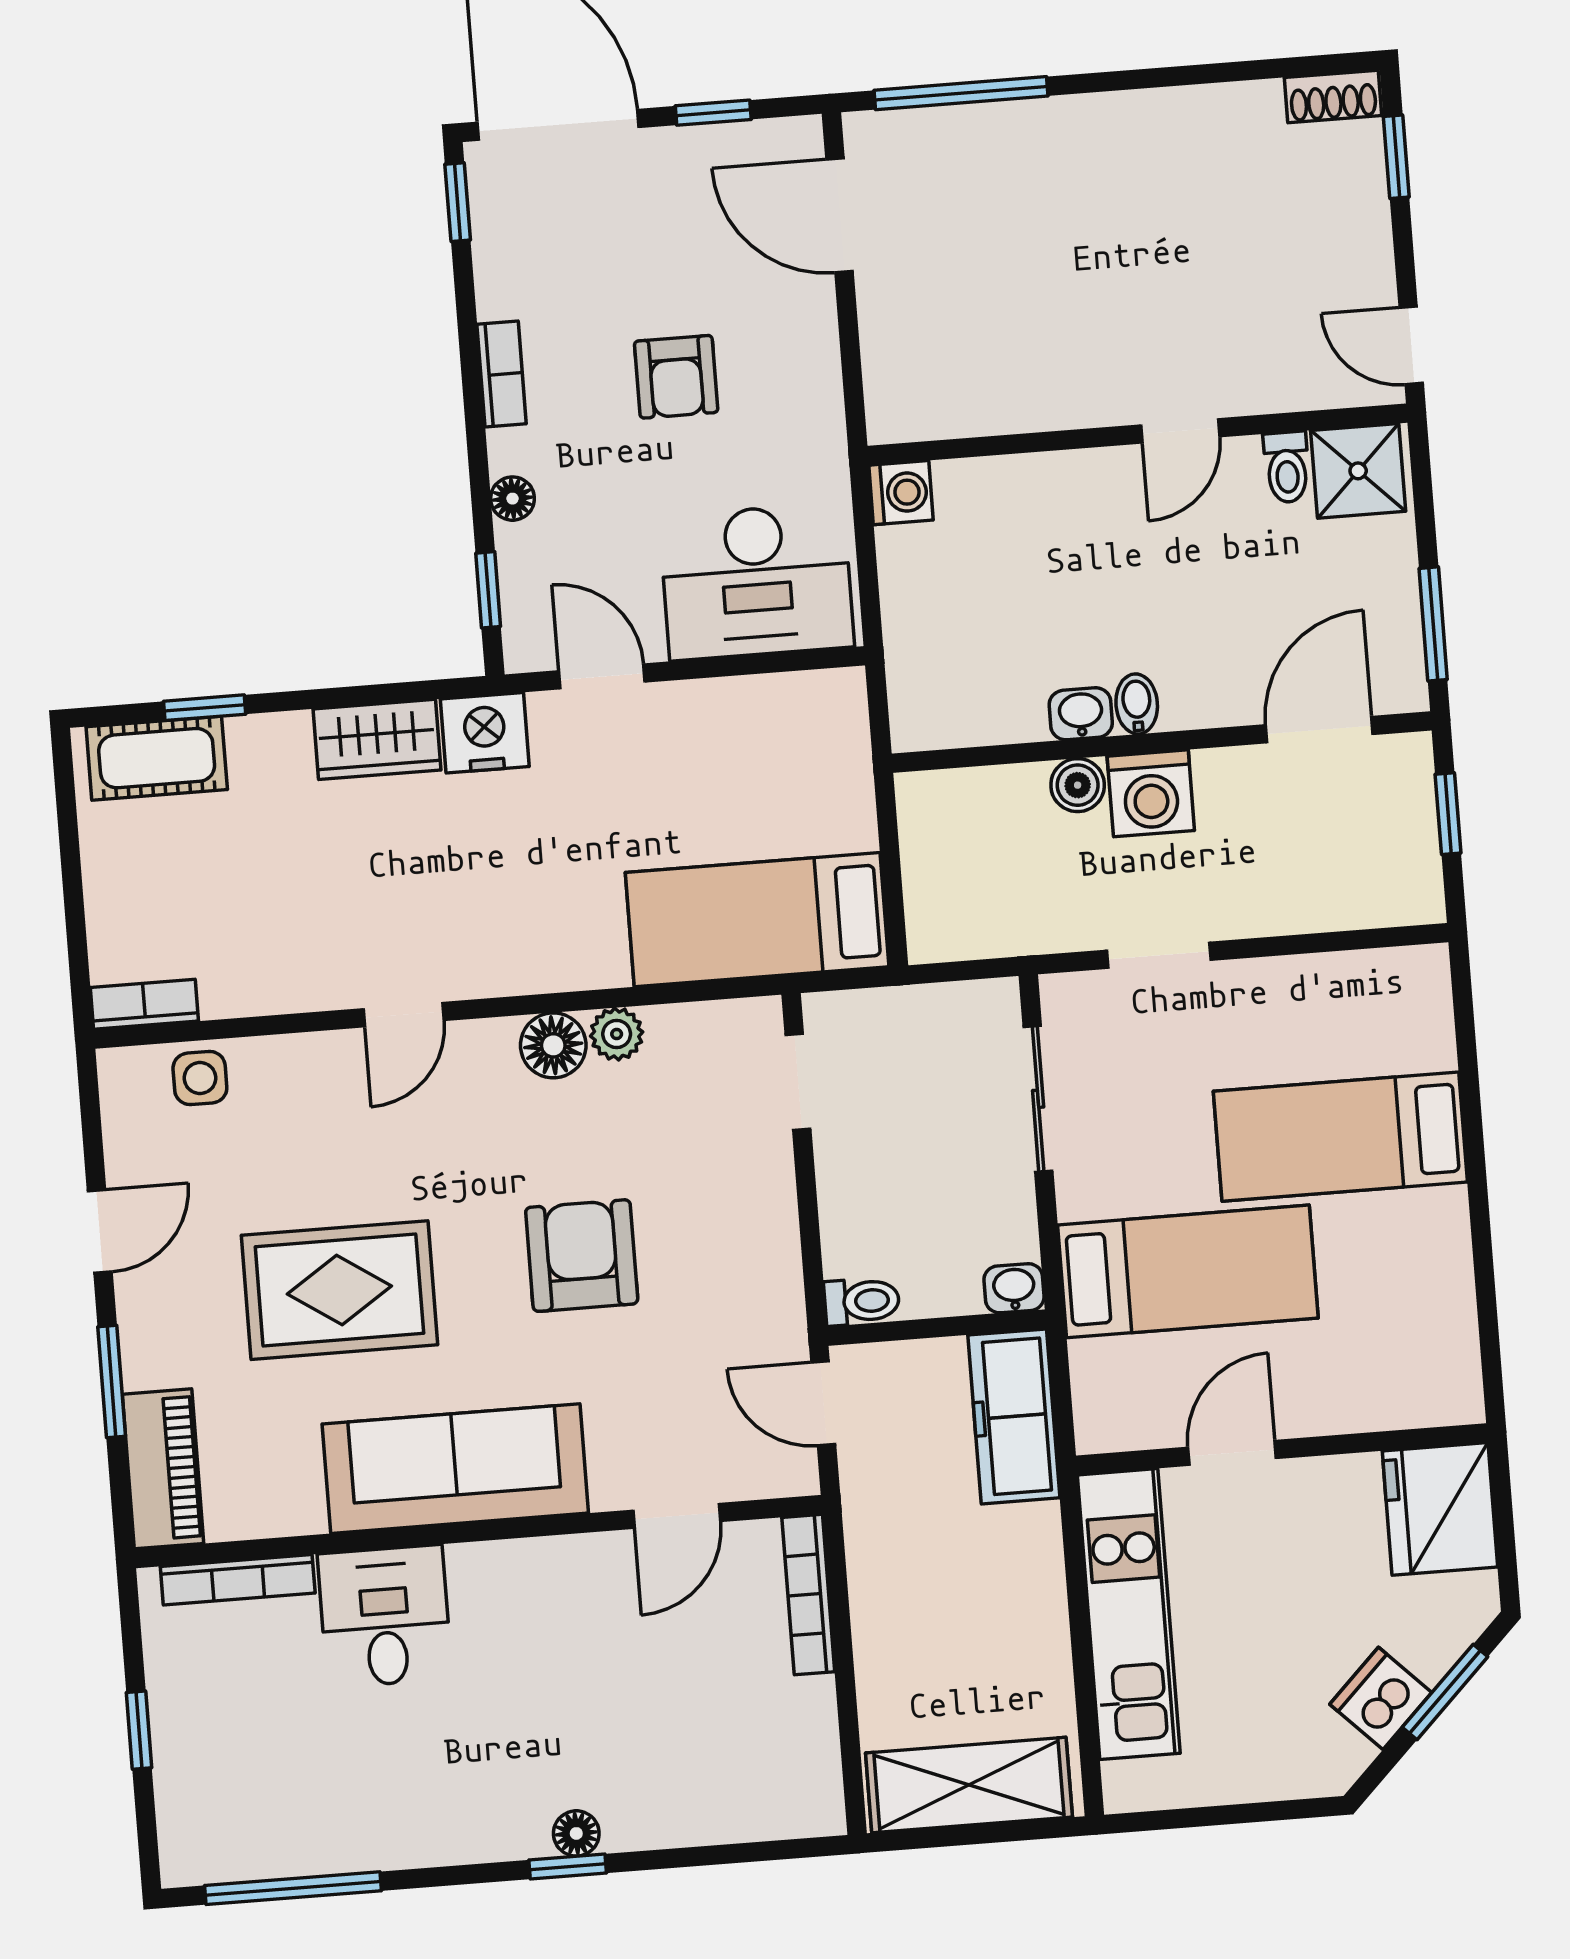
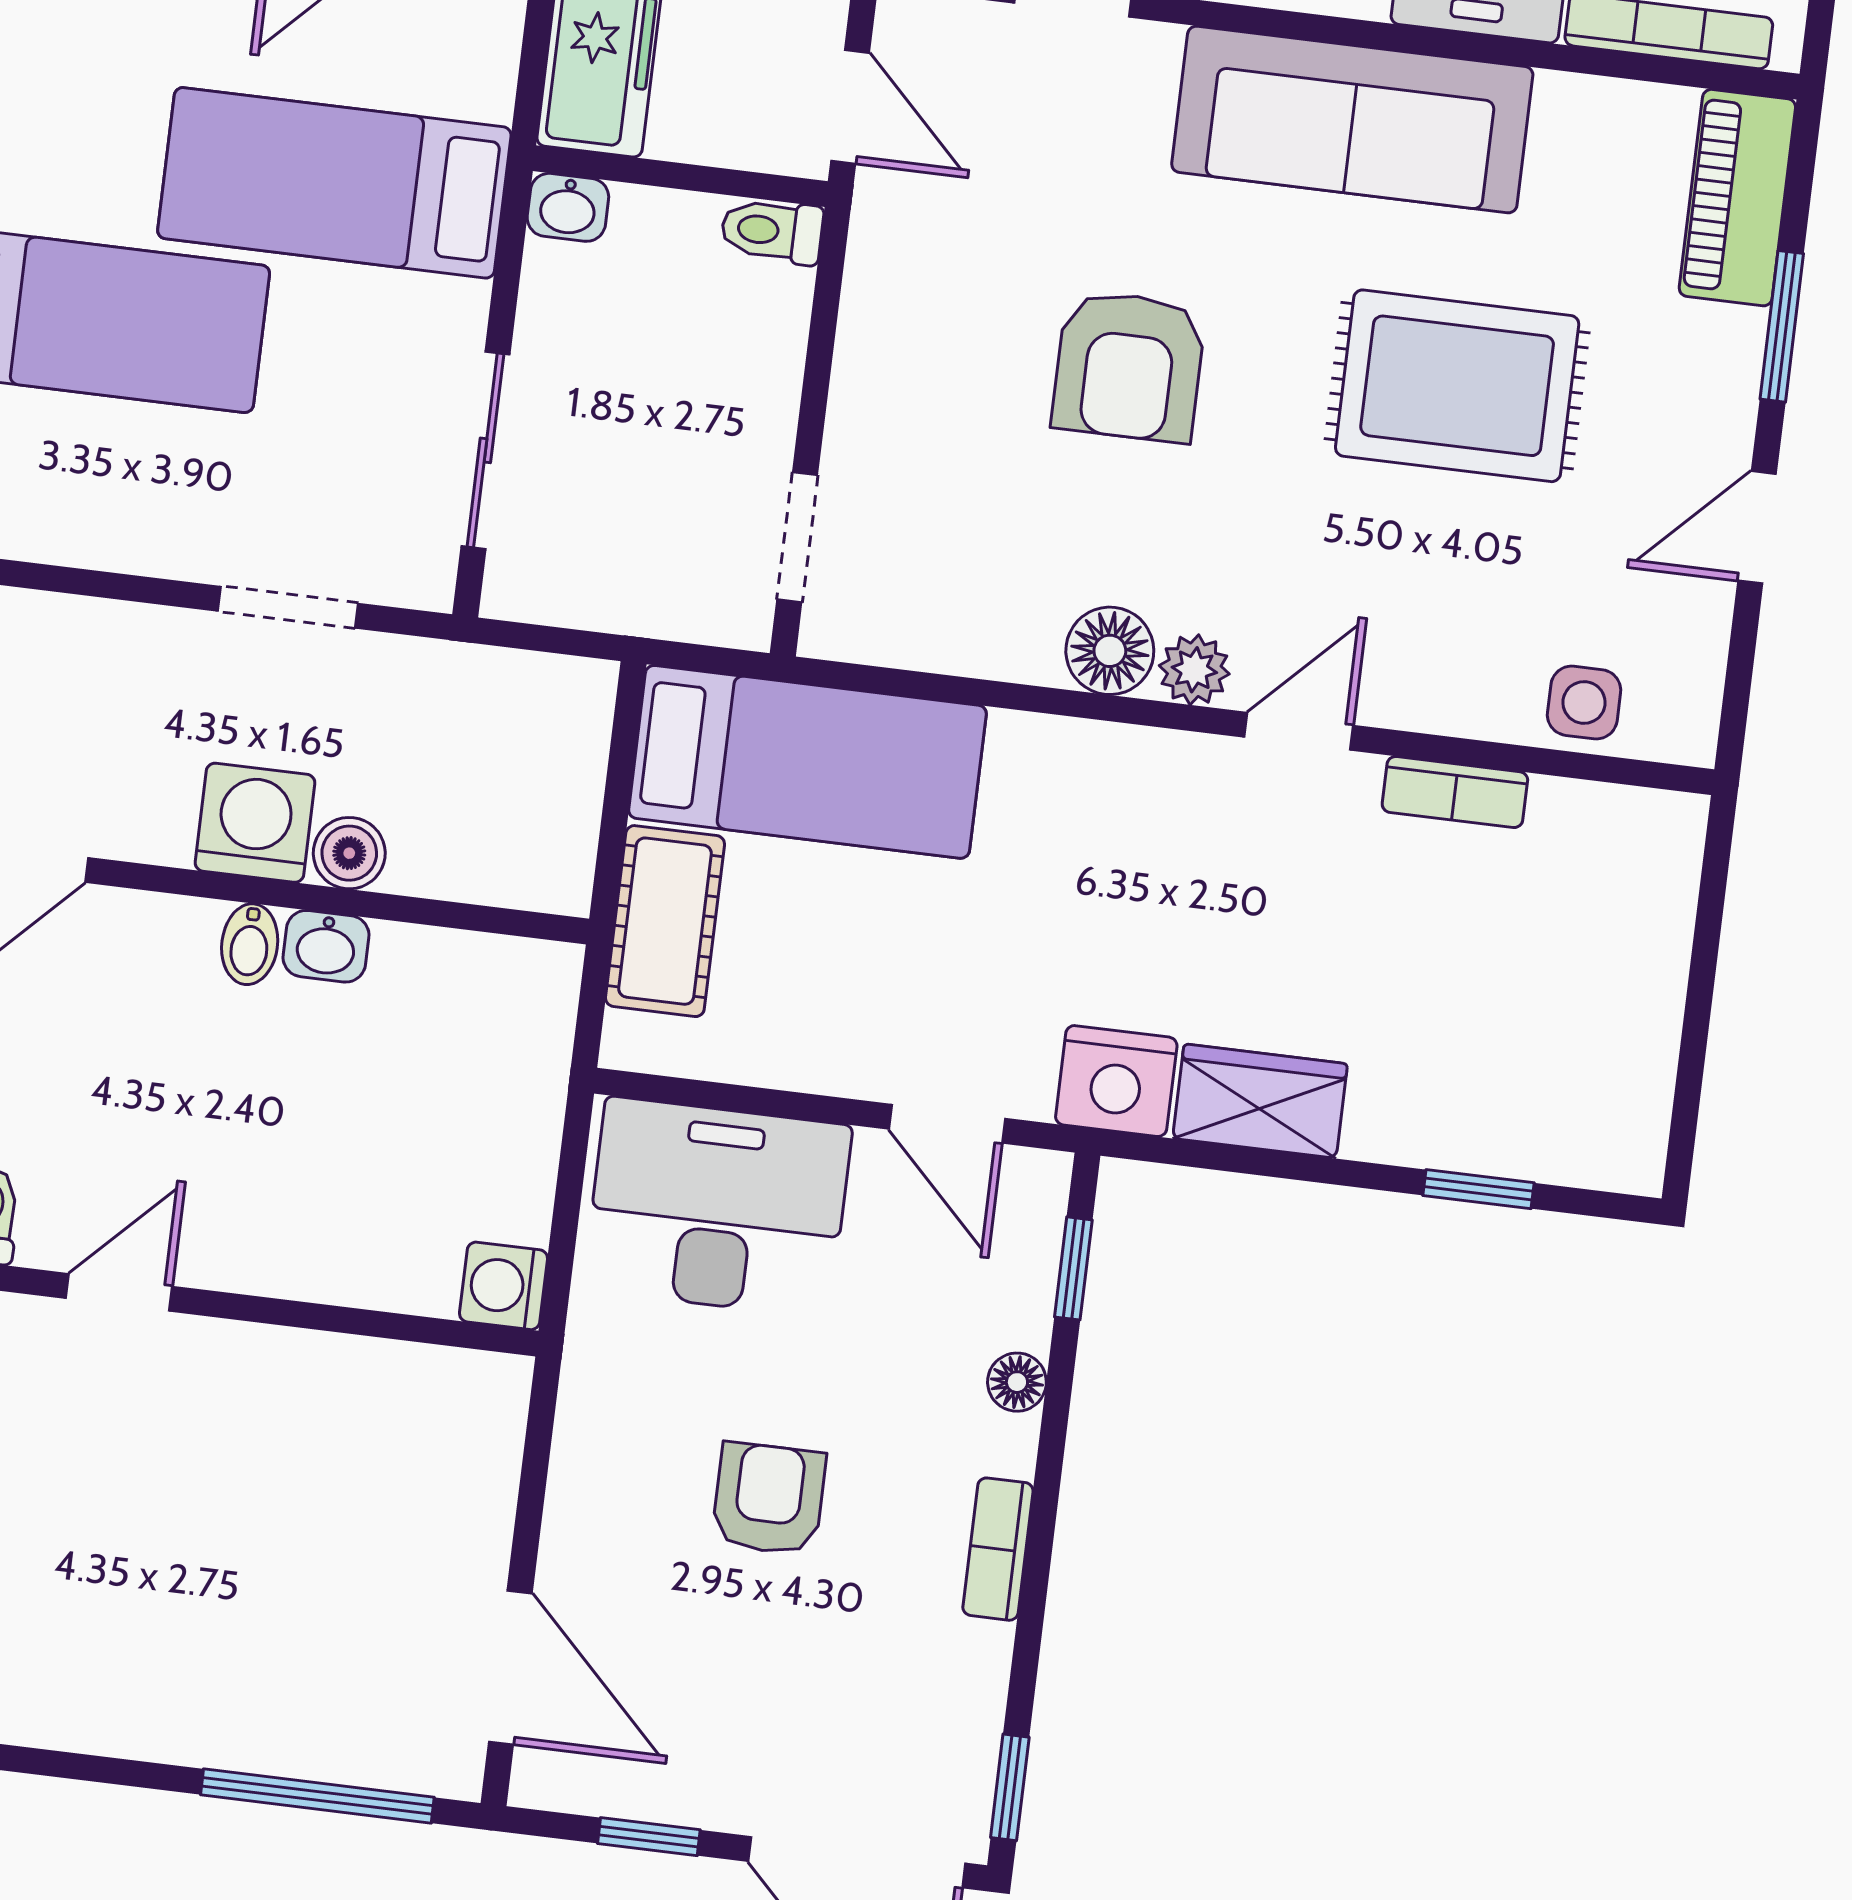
cot: (157, 758) -> (665, 921), moved, turned 90
bookcase: (144, 1004) -> (1455, 792), moved
plant: (617, 1034) -> (1194, 670), moved

